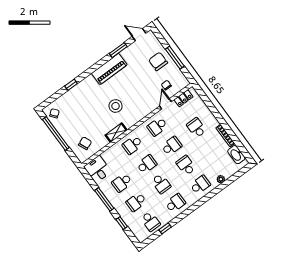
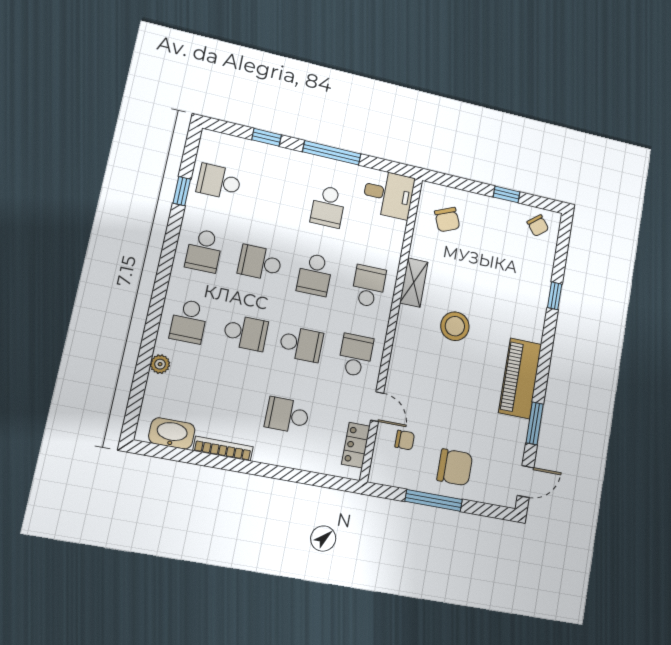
school desk: (196, 128) -> (287, 415), turned 180
window: (56, 133) -> (507, 194), width x0.32
school desk: (172, 146) -> (301, 344), turned -90
school desk: (122, 183) -> (328, 207), turned 180
school desk: (136, 202) -> (274, 194), removed

